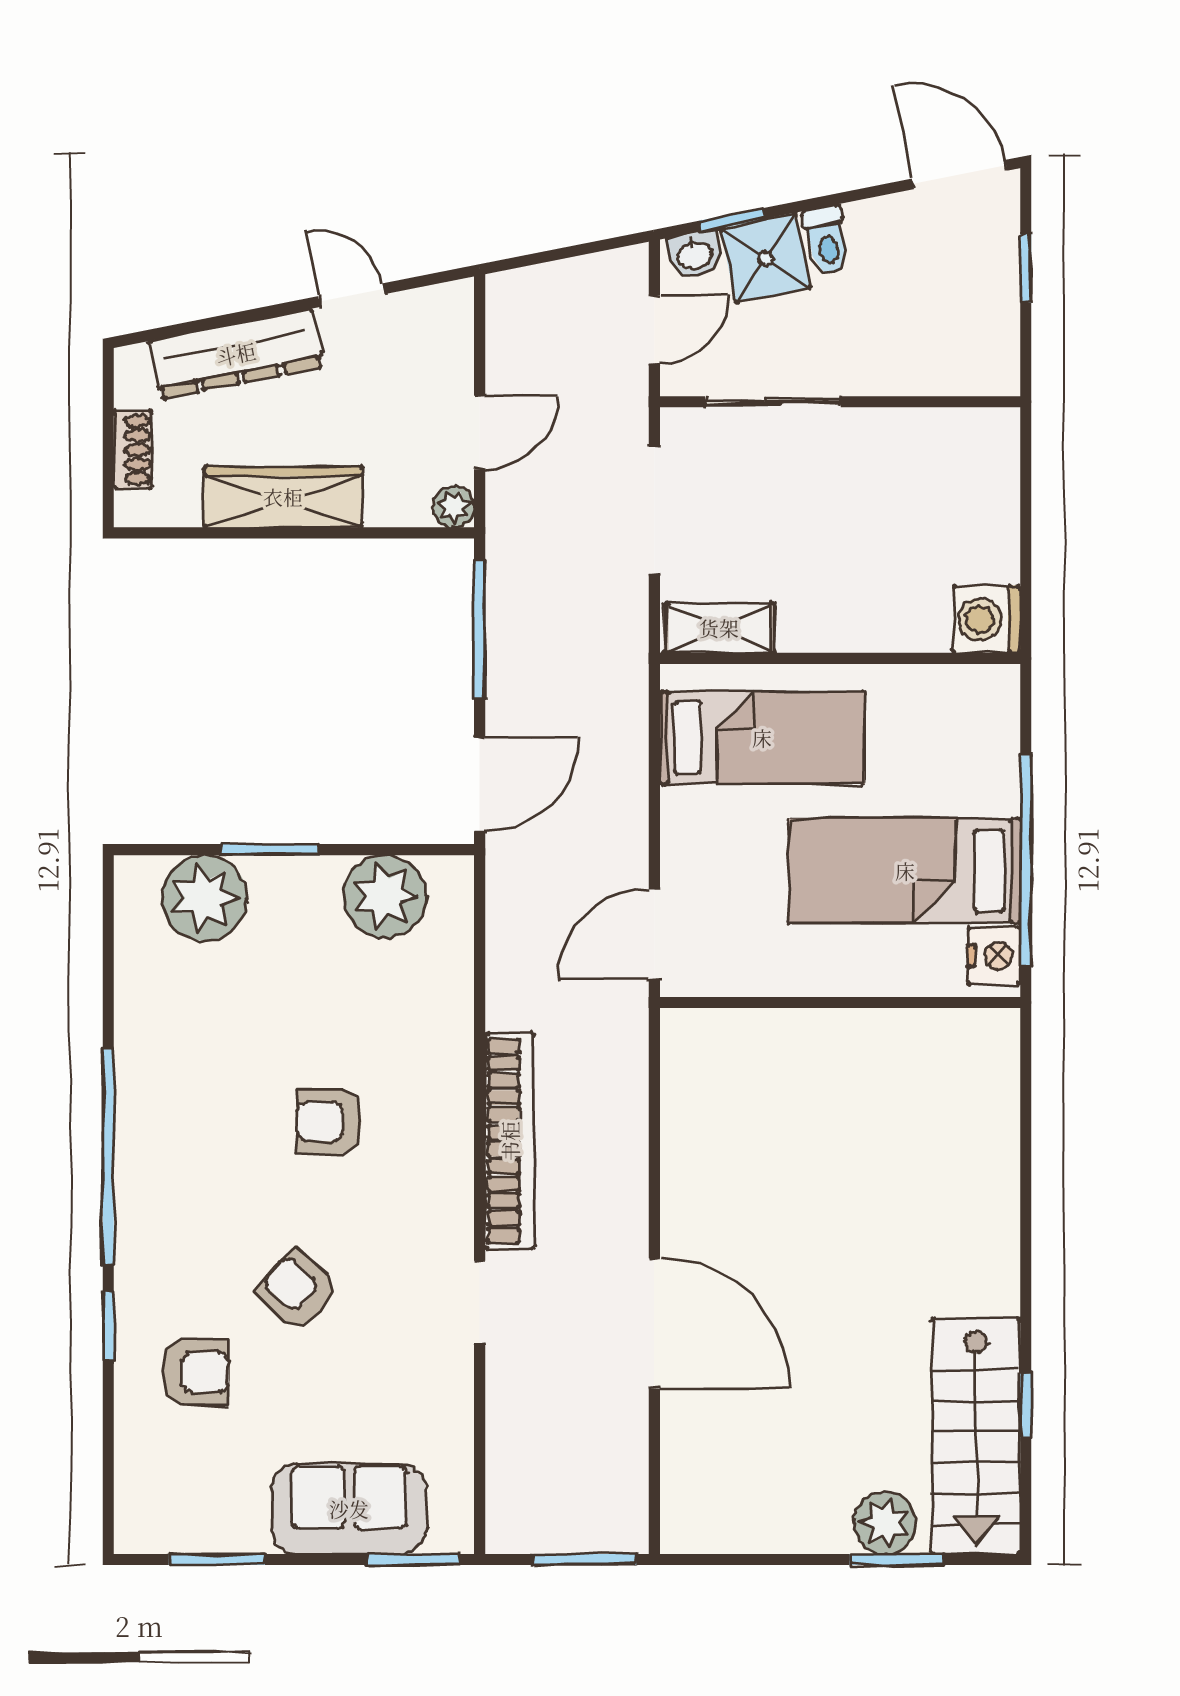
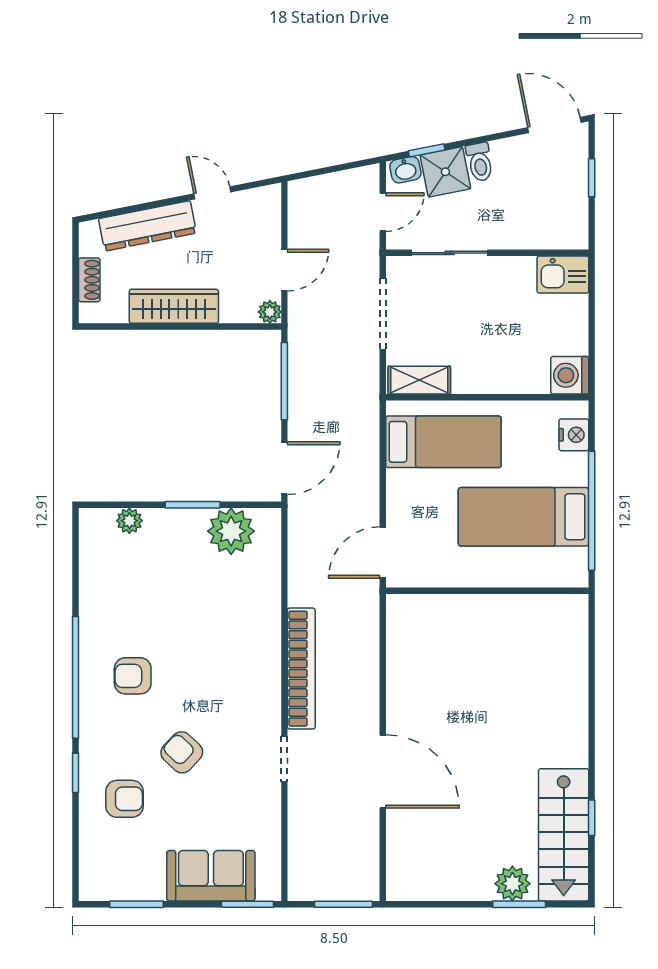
kitchen sink: (975, 440) -> (563, 274), added
window: (270, 850) -> (193, 505), moved
plant: (204, 898) -> (129, 521), width x0.53, depth x0.53
nightstand: (994, 956) -> (574, 435), moved
armchair: (329, 1121) -> (133, 676), moved

